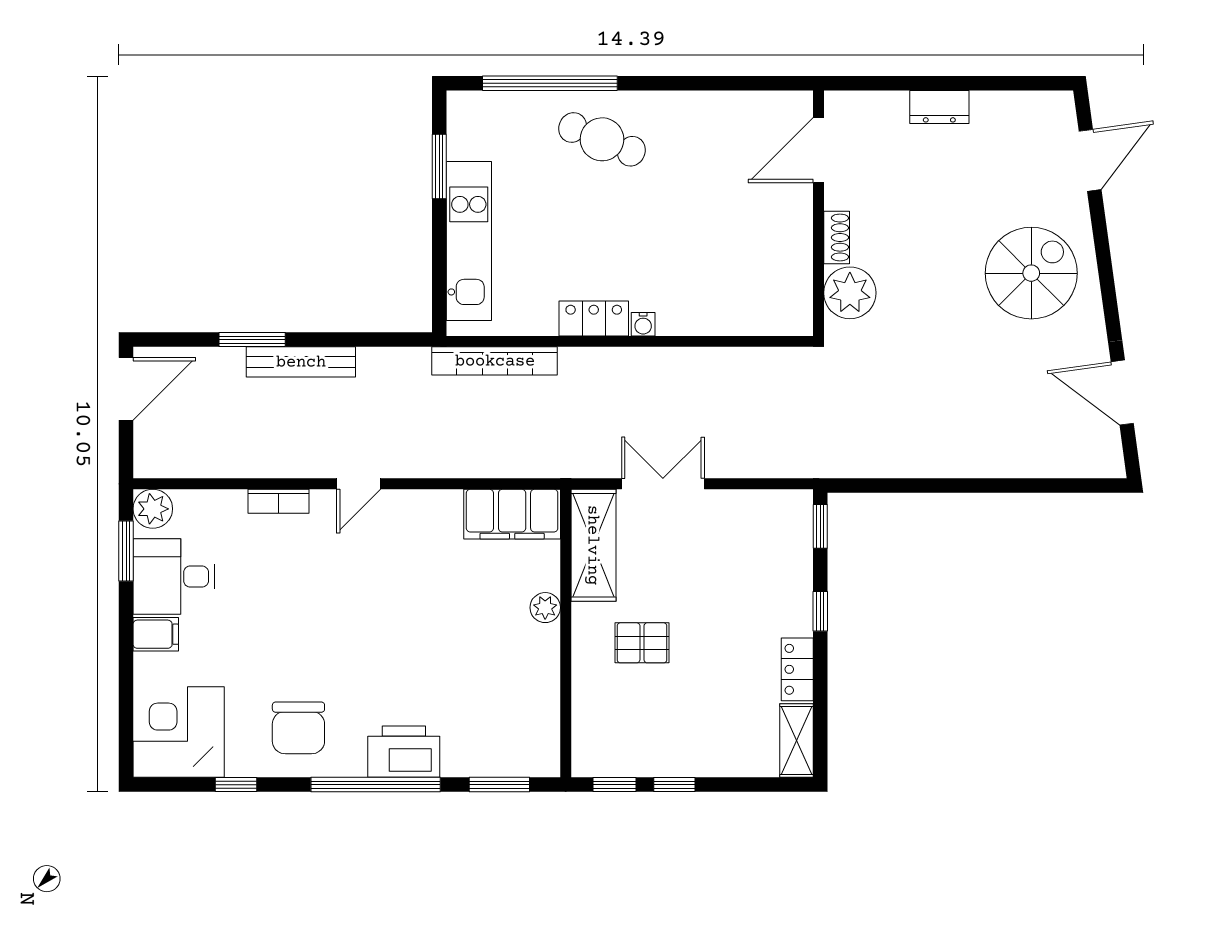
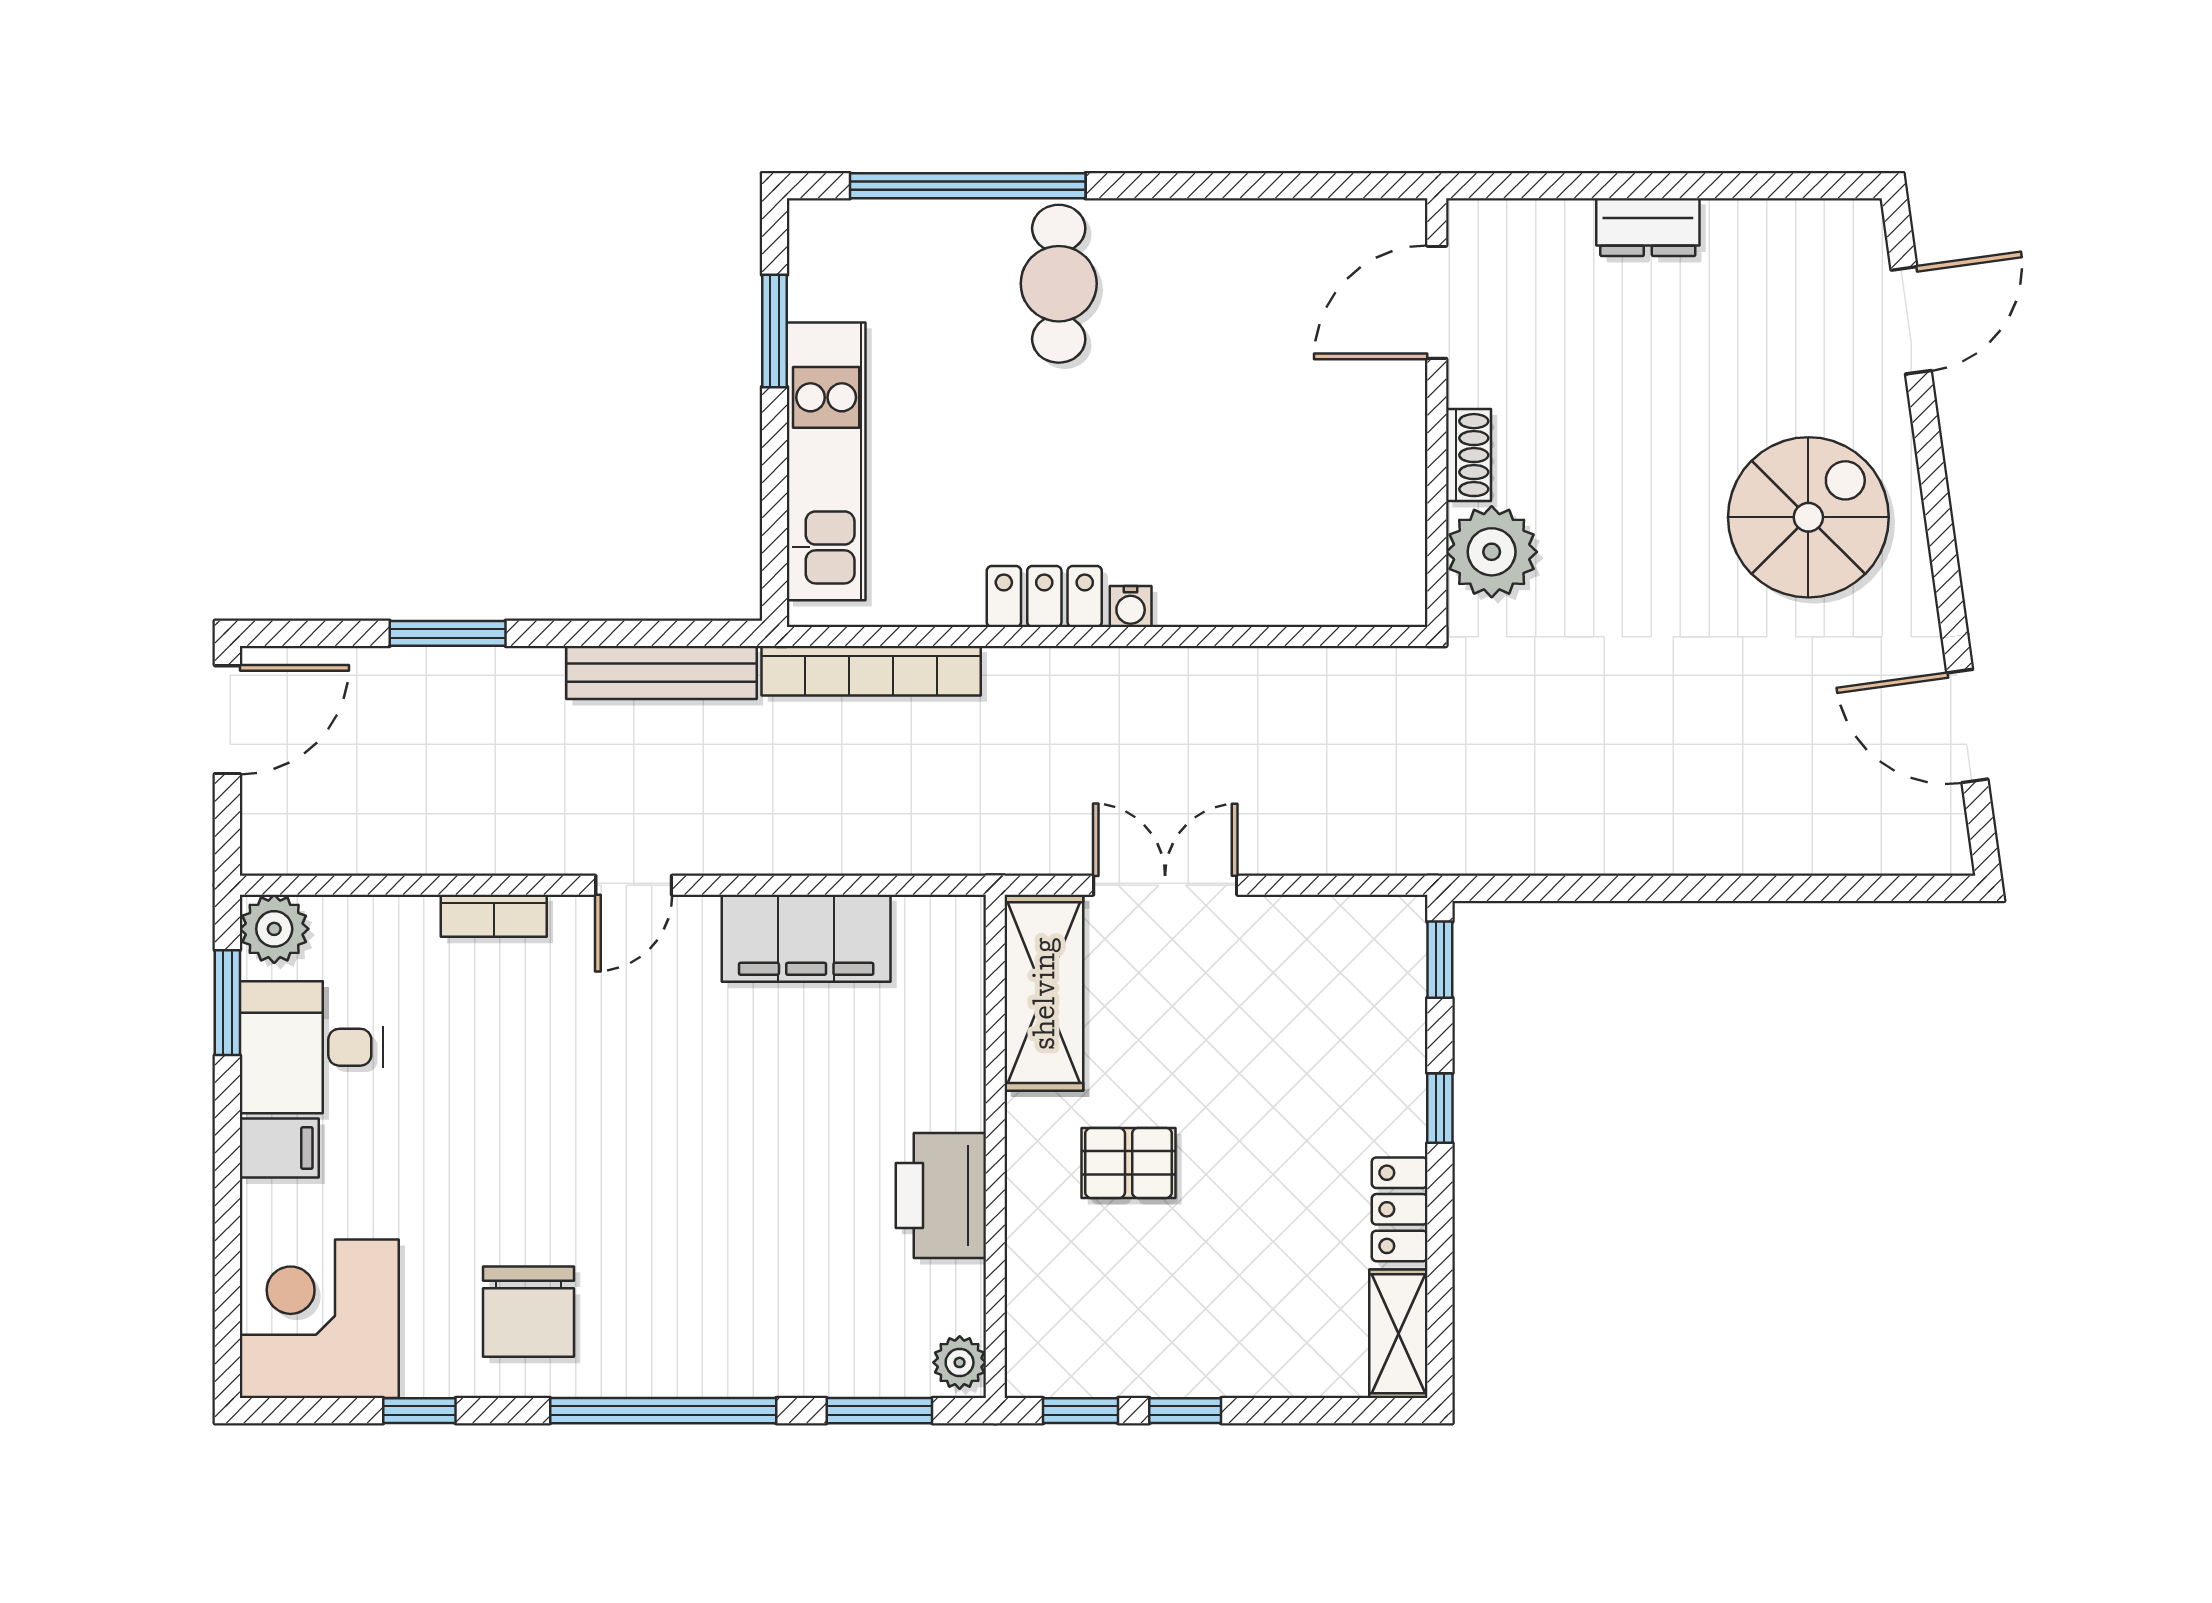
cafe table: (602, 139) -> (1059, 284), turned 68
bench: (301, 362) -> (662, 672), moved
filing cabinet: (512, 514) -> (806, 938), moved
plant: (545, 608) -> (960, 1362), moved
printer: (404, 752) -> (941, 1195), moved, turned -90

